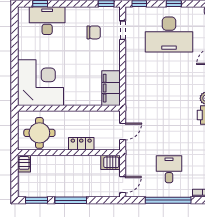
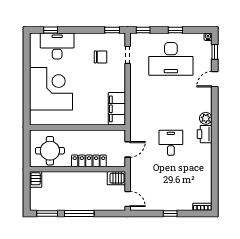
corner desk: (40, 83) -> (51, 89), moved
locker: (81, 144) -> (89, 161), width x1.53
desk: (169, 169) -> (171, 143), moved
door: (123, 185) -> (128, 199), hinge flipped
window: (168, 200) -> (170, 213), width x0.32

